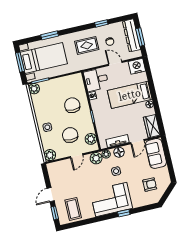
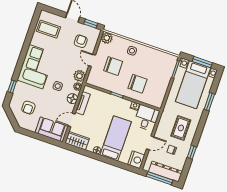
window: (140, 37) -> (159, 178), width x1.44
plant: (34, 89) -> (172, 60), removed
plant: (91, 139) -> (99, 82), removed
door: (137, 142) -> (72, 120), hinge flipped
armchair: (66, 175) -> (81, 41), added
window: (55, 213) -> (91, 24), moved
window: (124, 213) -> (12, 87), moved

